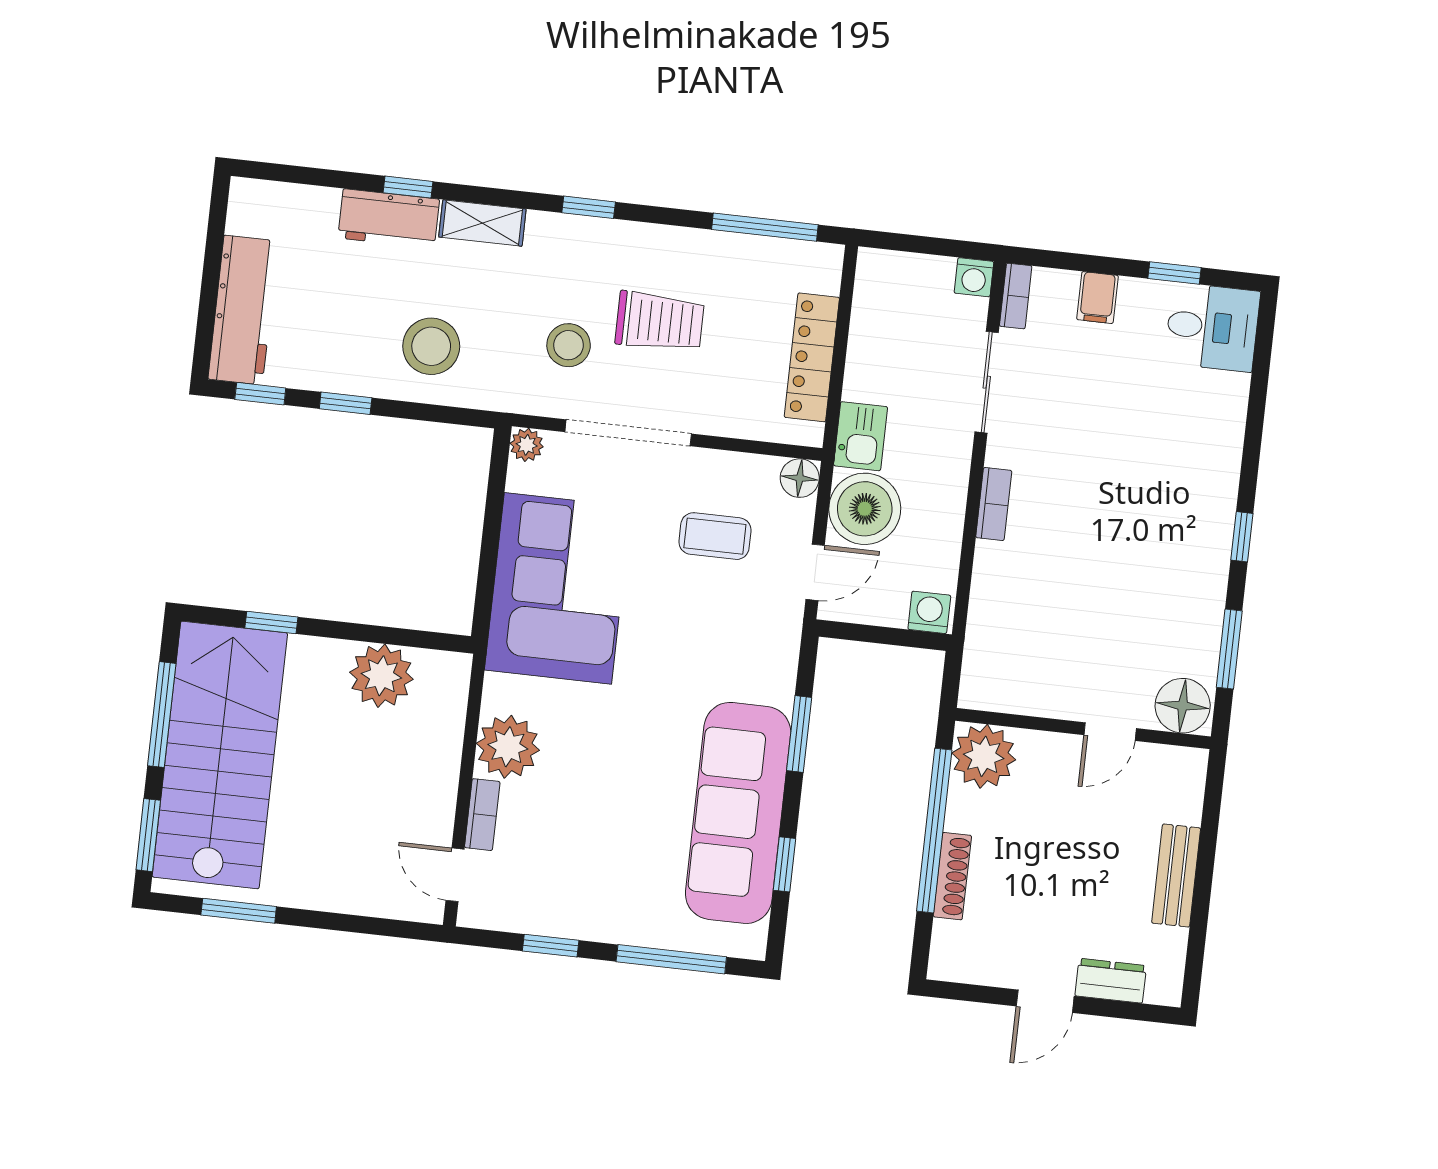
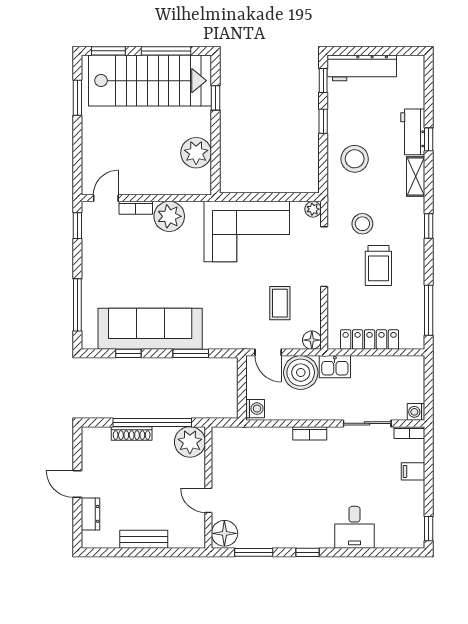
window: (1174, 273) -> (429, 529), moved
desk: (1212, 327) -> (354, 527), moved
window: (551, 946) -> (77, 226), moved

